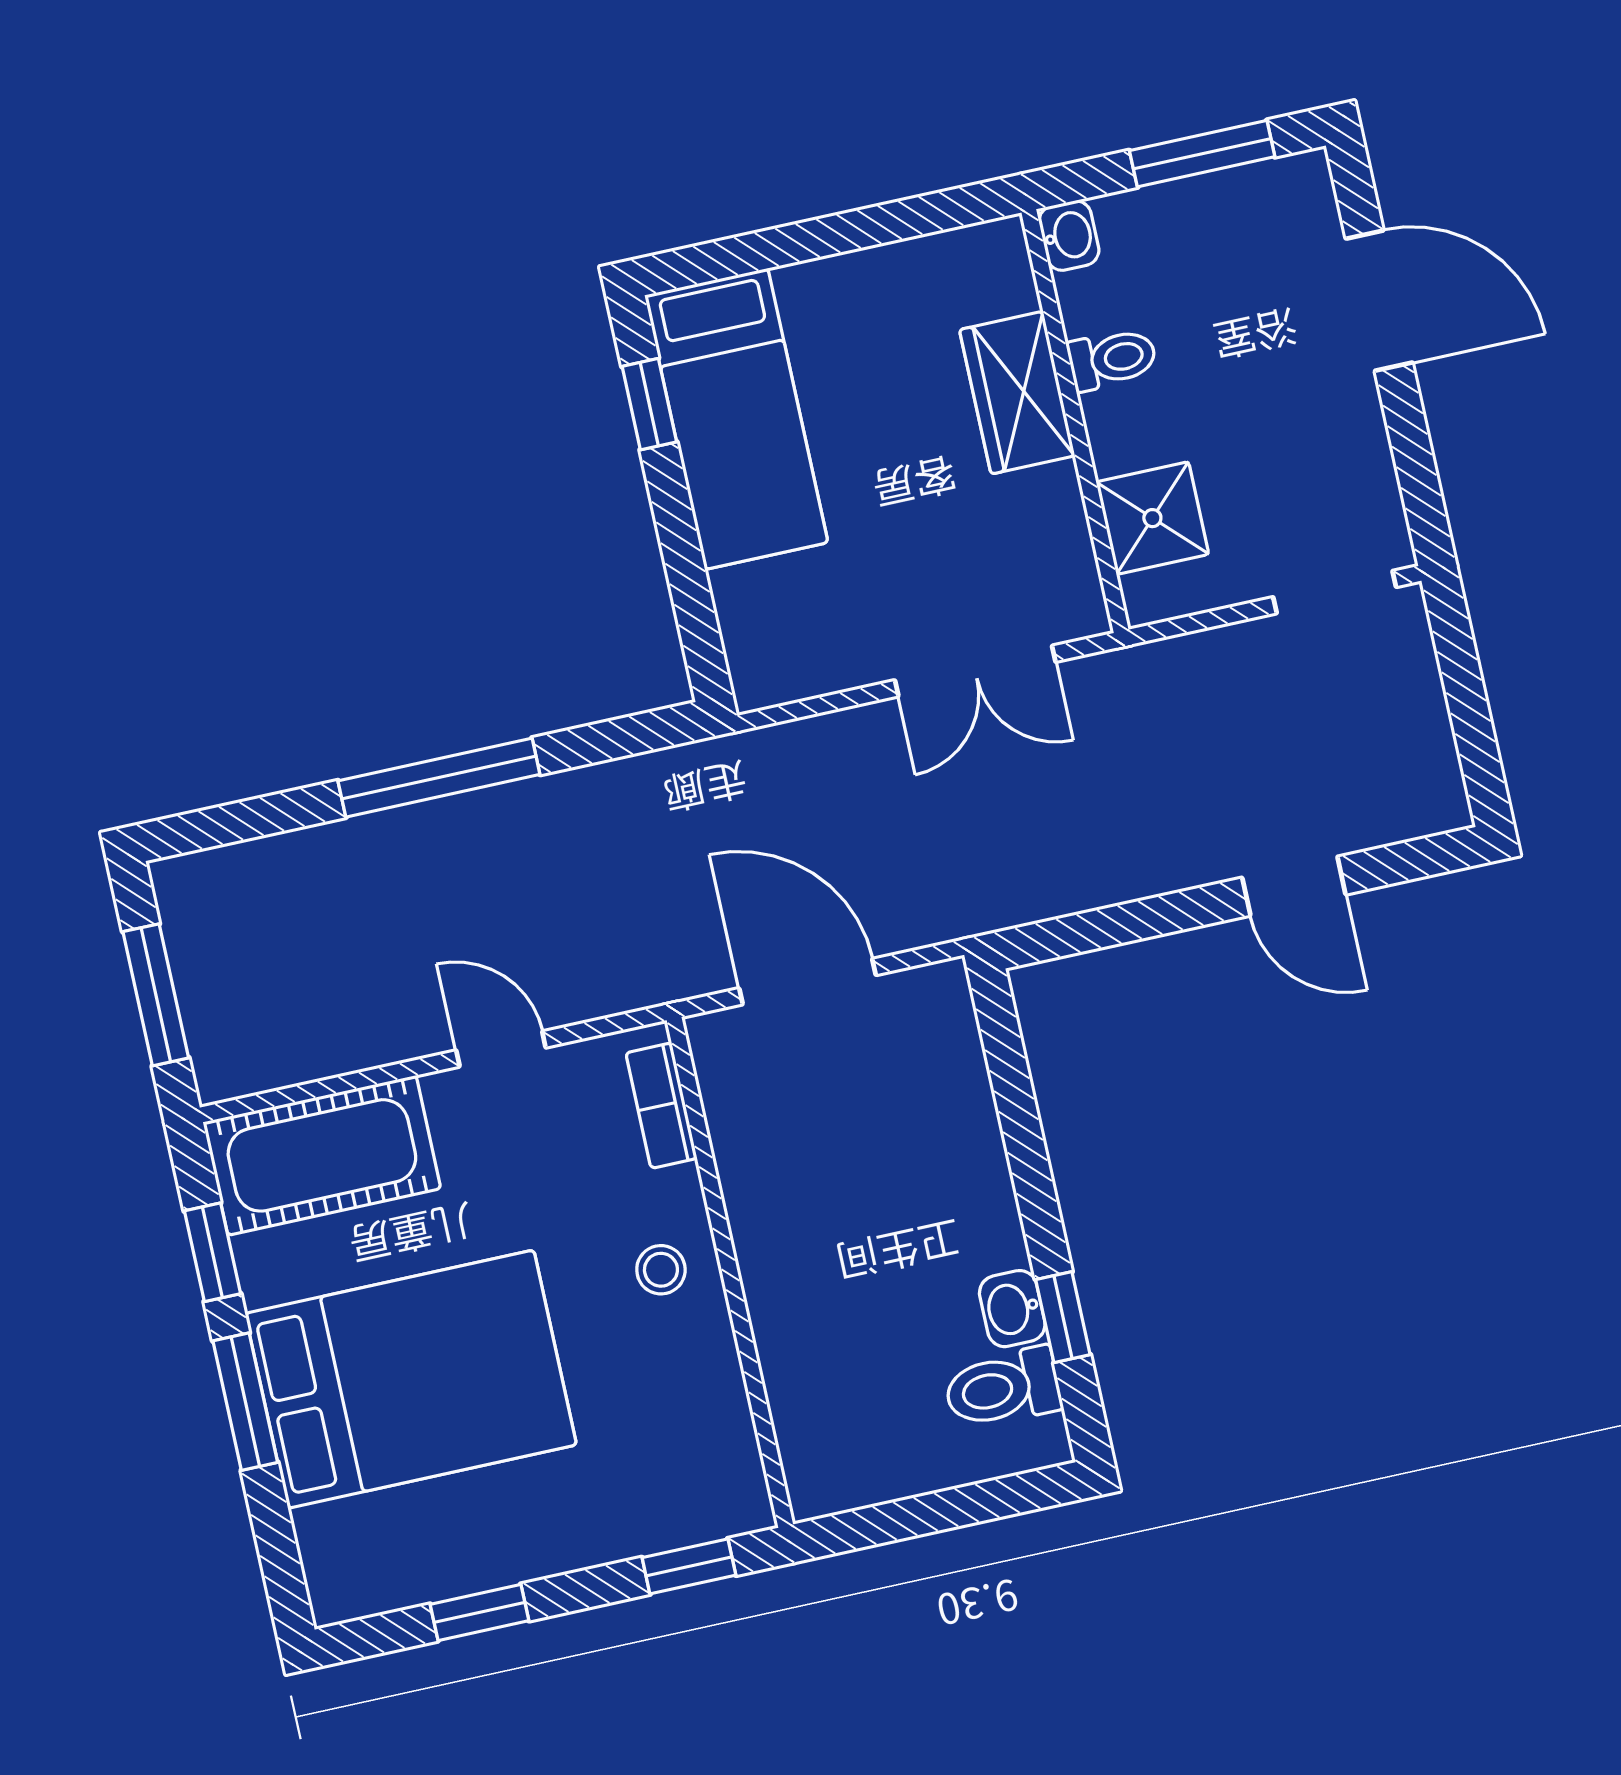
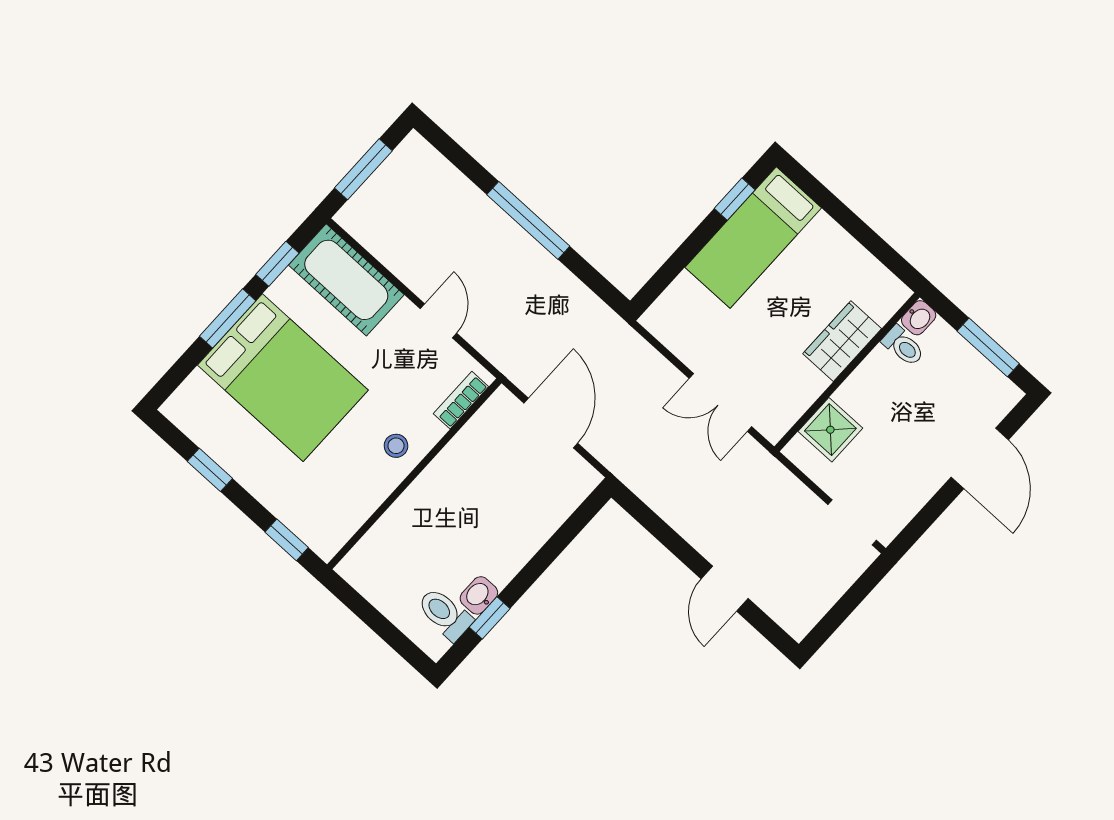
toilet: (1112, 359) -> (903, 346), moved

